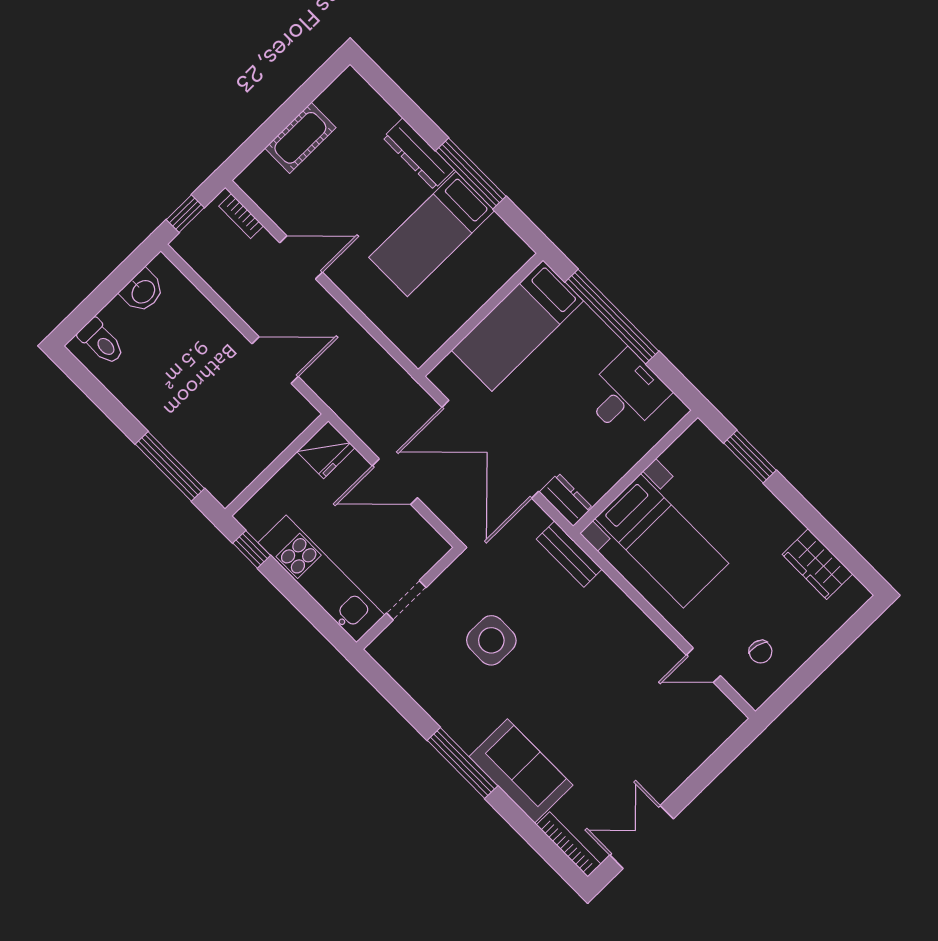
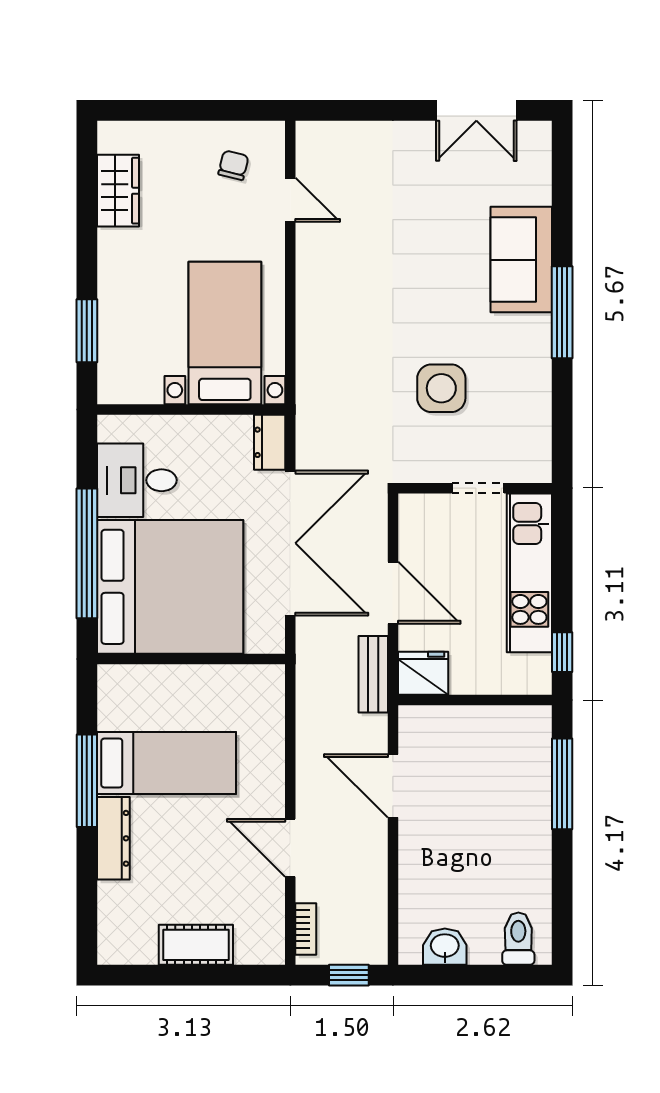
bed: (517, 326) -> (170, 587), width x2.04
bench: (569, 554) -> (373, 674), moved
bookcase: (569, 845) -> (541, 162), removed

